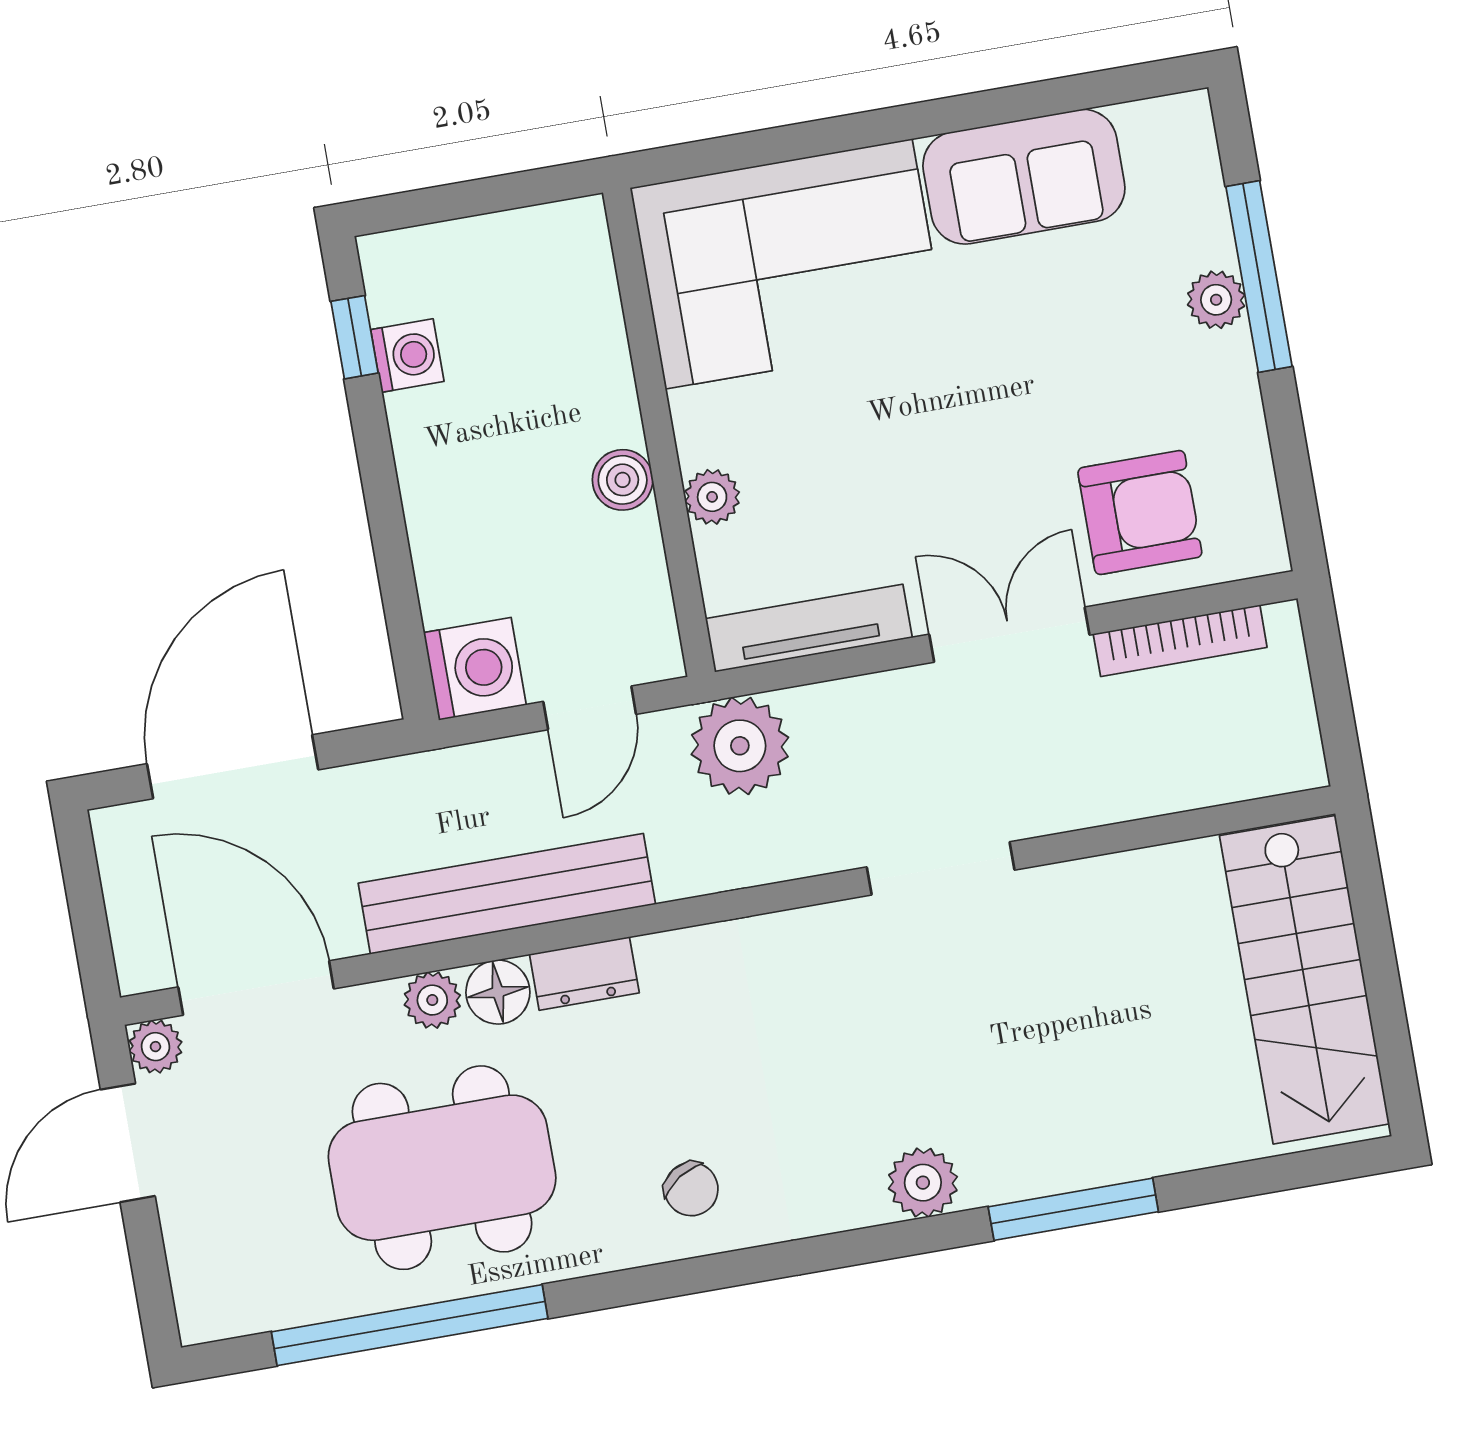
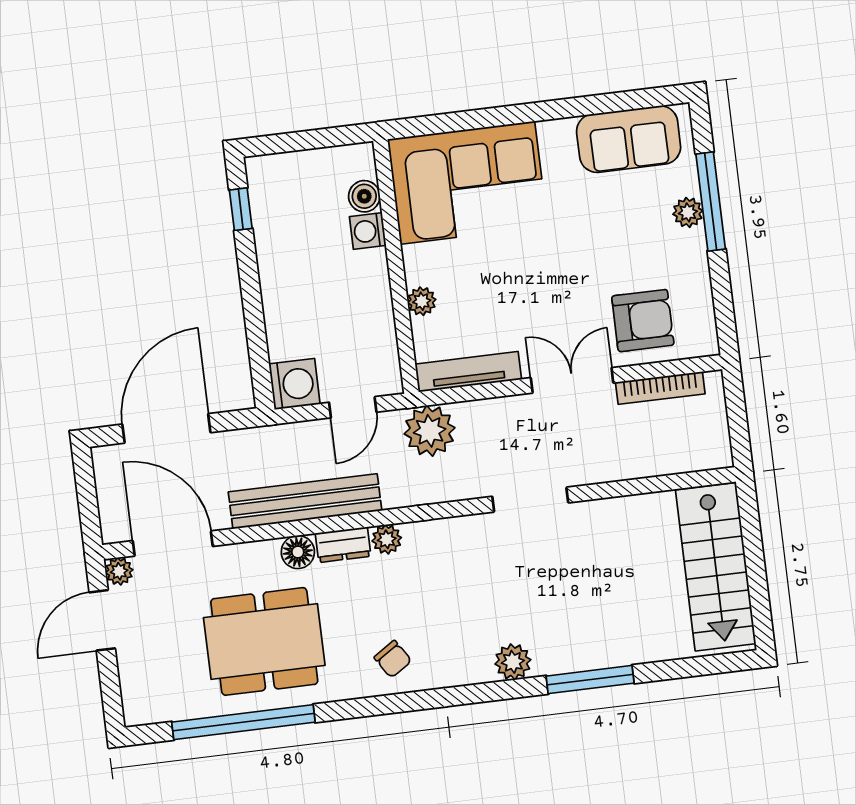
sofa: (1024, 177) -> (629, 139), moved
washing machine: (407, 355) -> (368, 231), moved, turned 180
boiler: (623, 480) -> (364, 196), moved
plant: (432, 1000) -> (387, 539), moved

